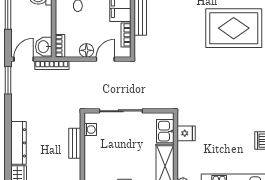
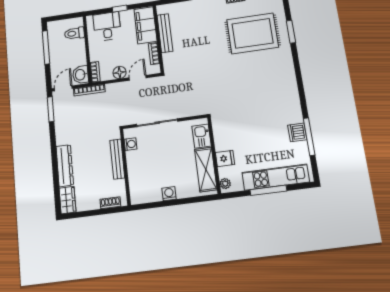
fridge: (186, 133) -> (225, 158), moved
bench: (75, 143) -> (117, 159), width x1.36

